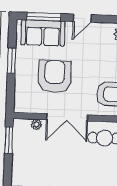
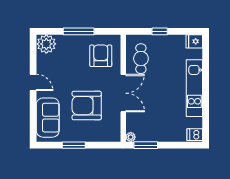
window: (44, 17) -> (33, 117), removed
plant: (36, 124) -> (131, 137), moved

